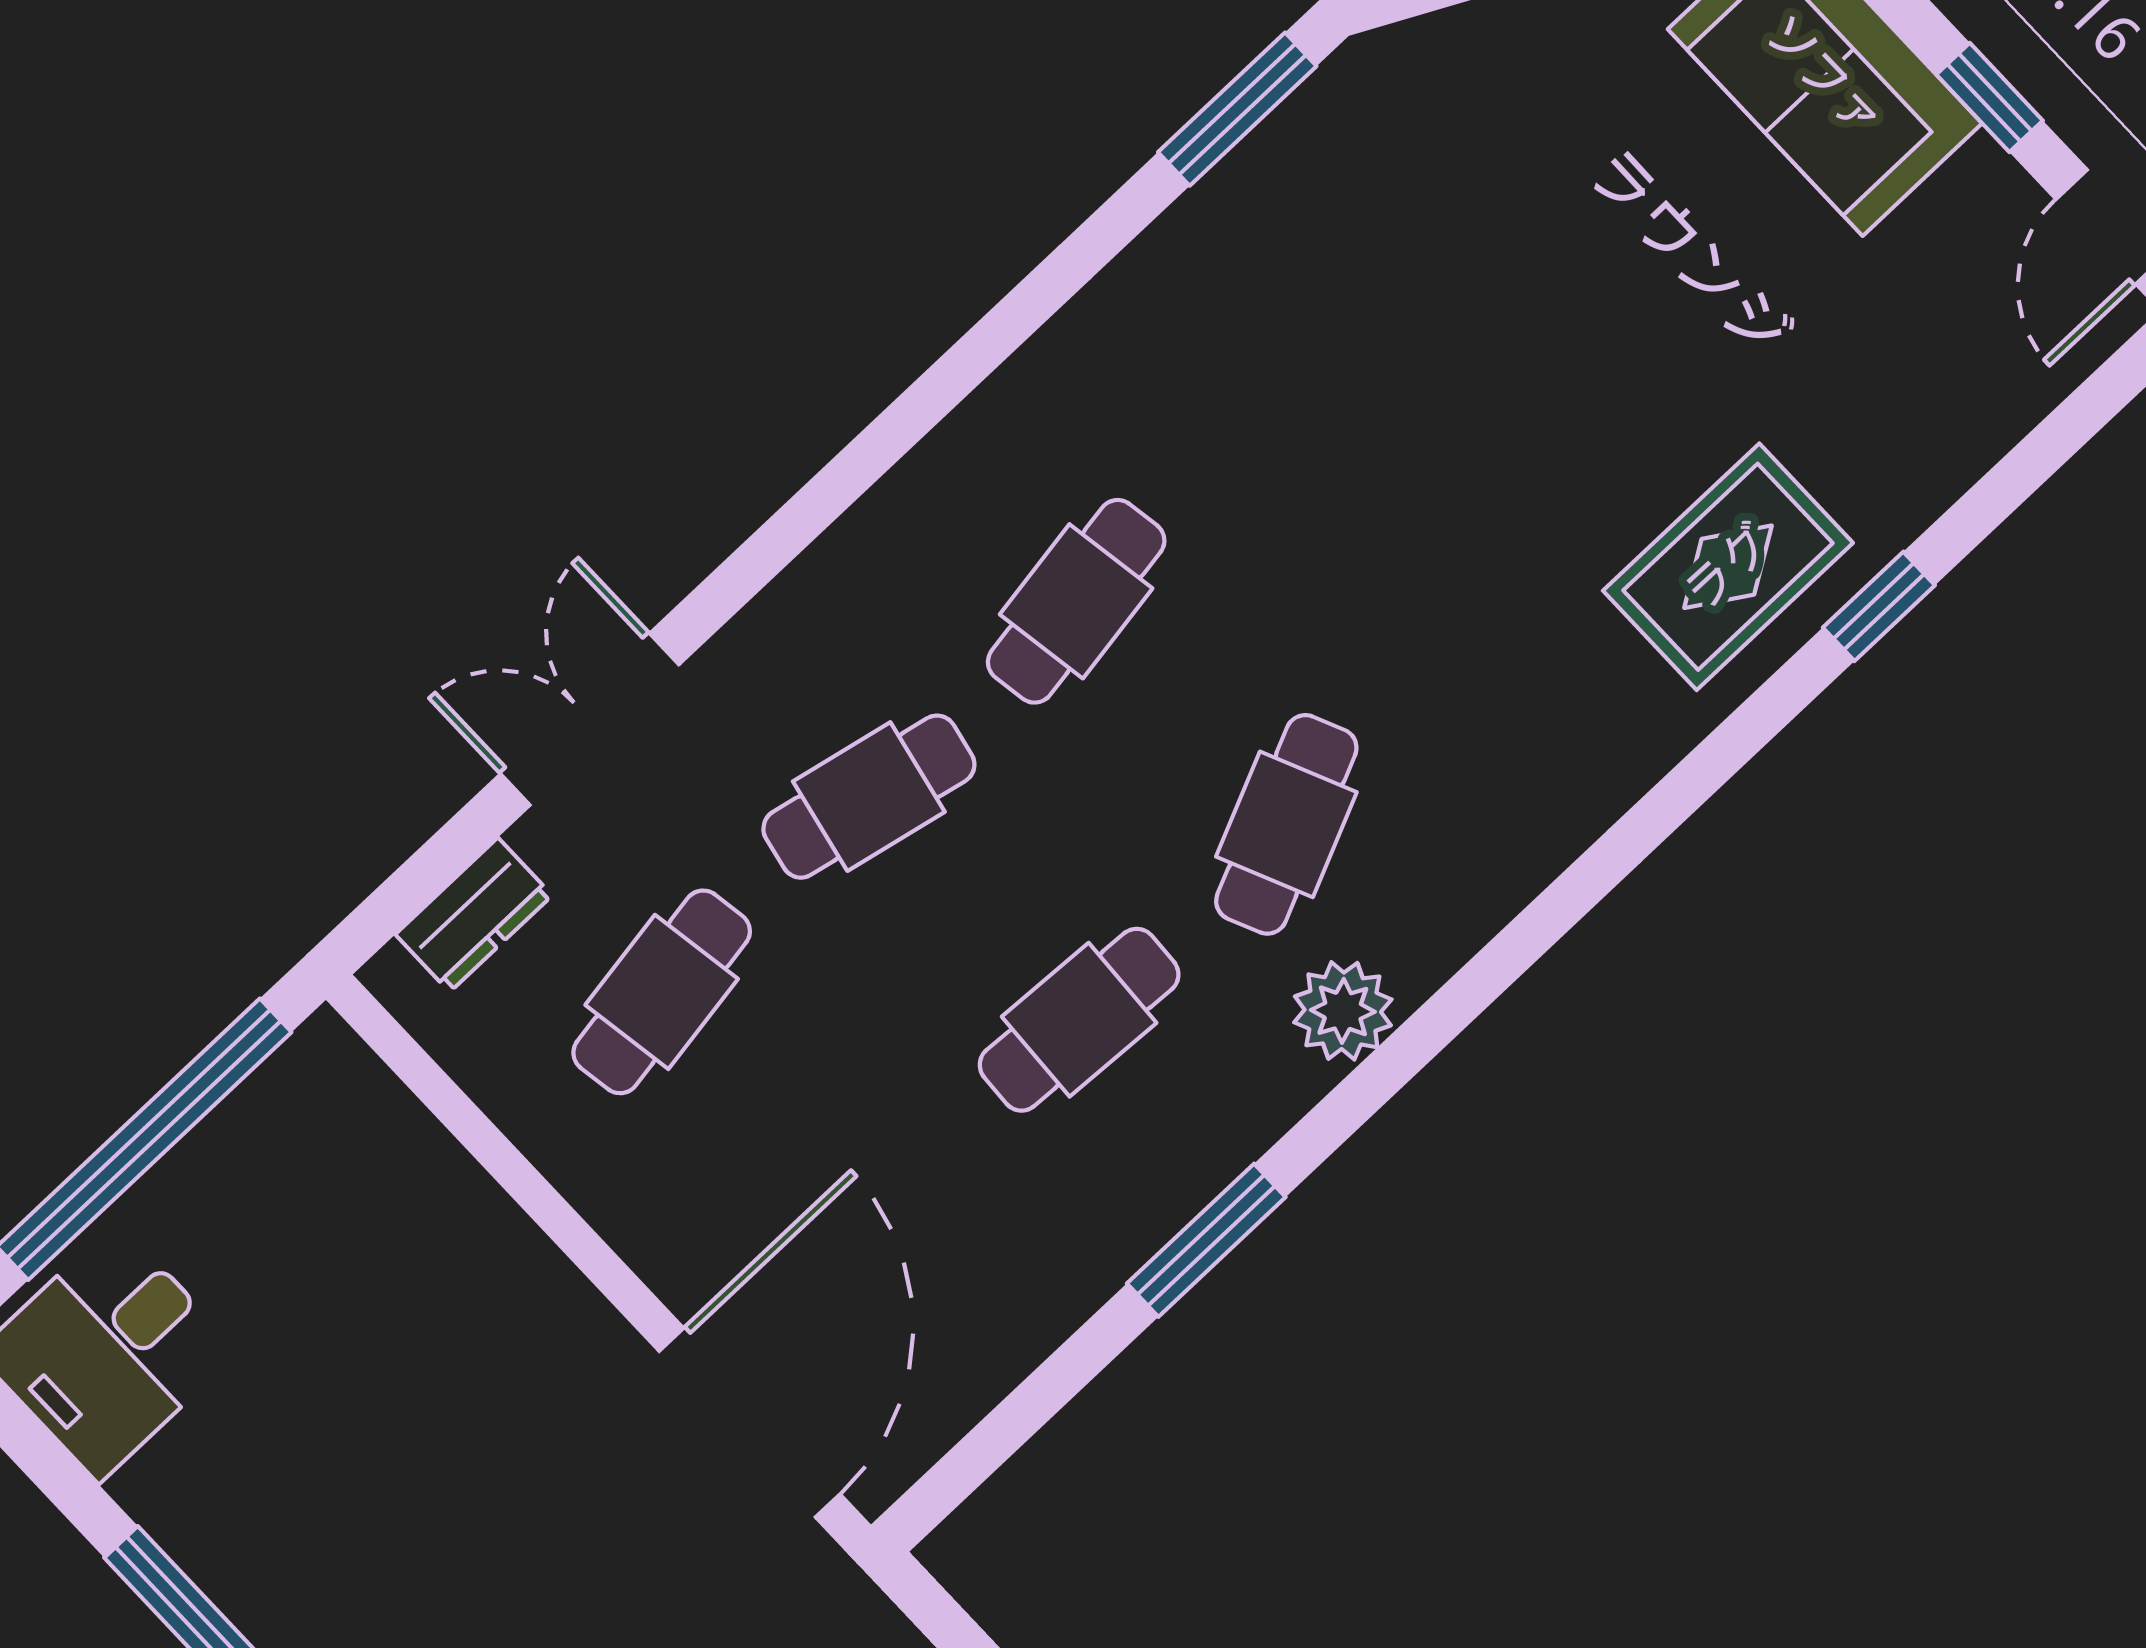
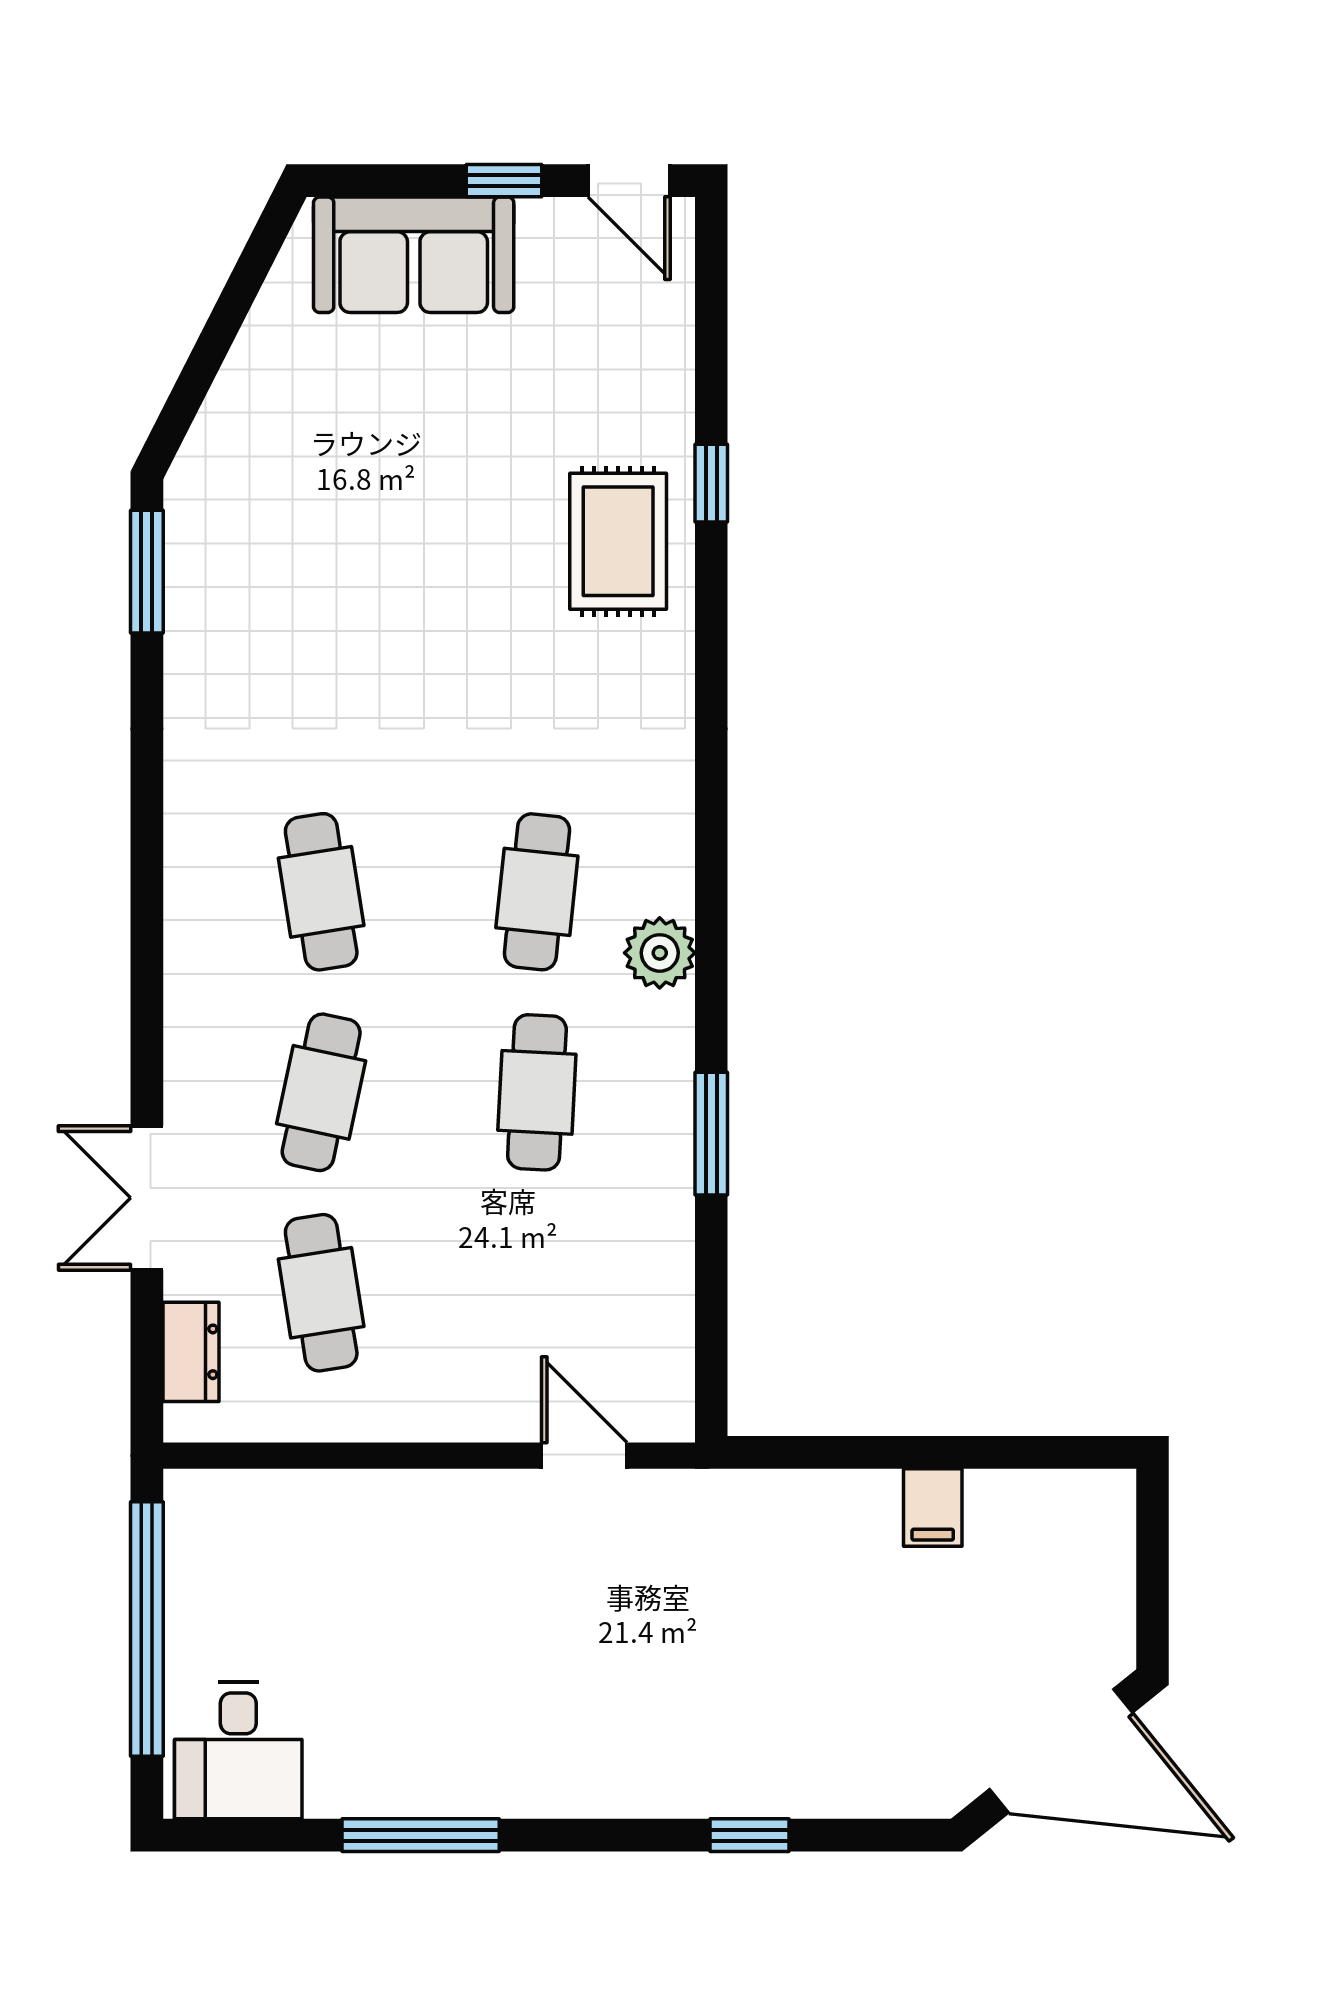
cafe table: (1286, 824) -> (537, 892), turned 30
door: (750, 1423) -> (584, 1456), width x0.53

